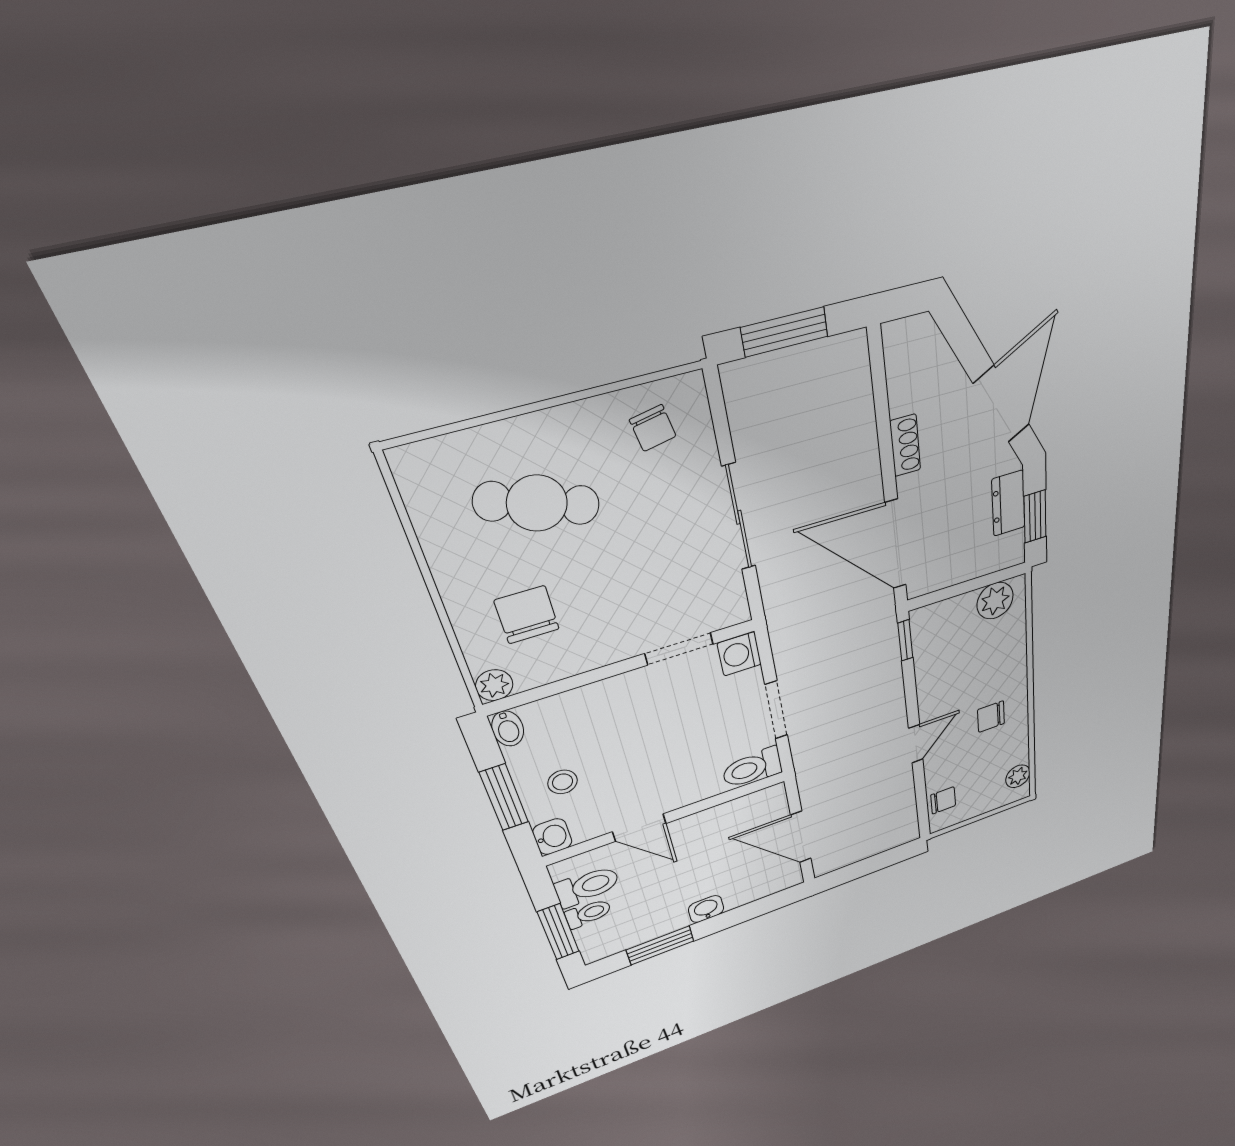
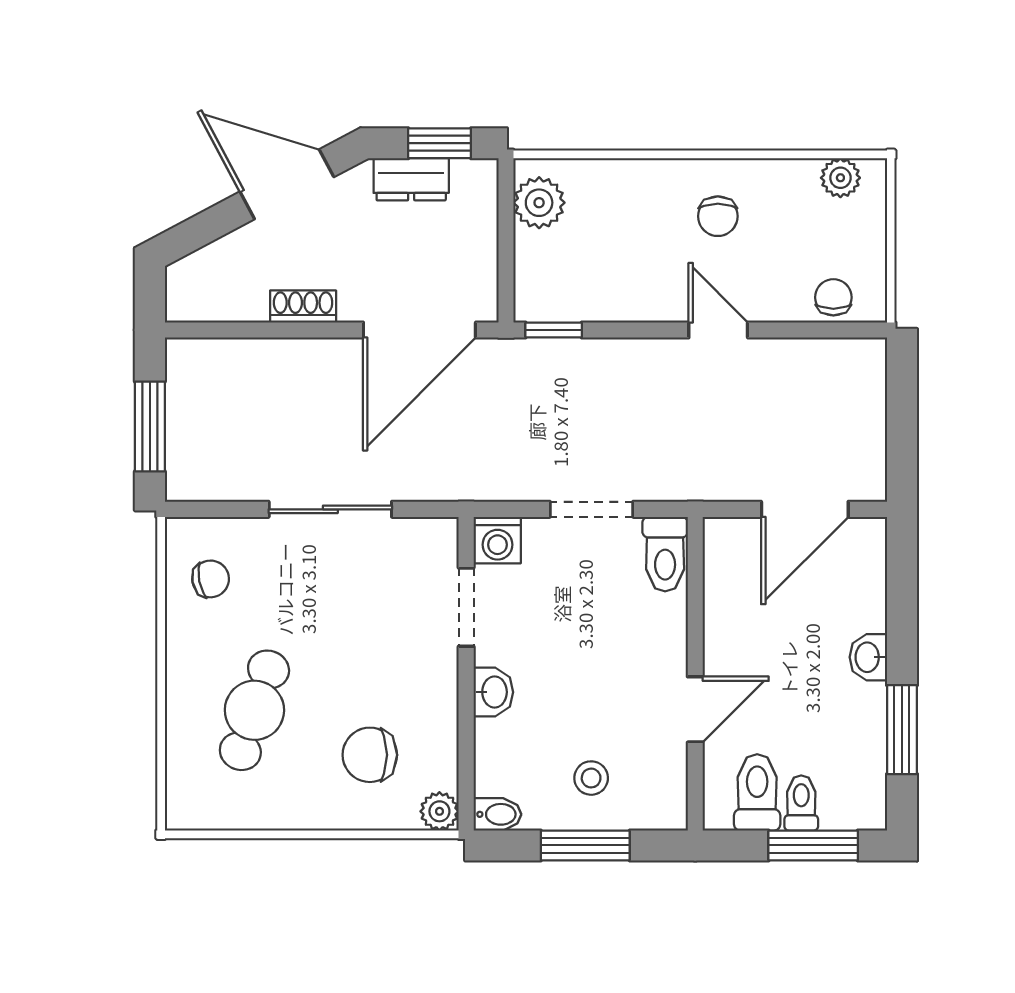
washbasin: (552, 837) -> (493, 692), moved, turned 90

